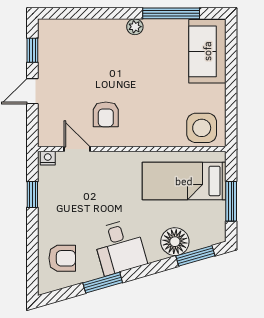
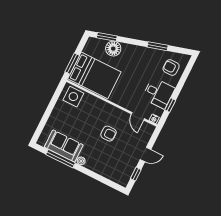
sofa: (207, 51) -> (64, 146), moved, turned -90
armchair: (106, 114) -> (109, 134), moved, turned 90
bed: (184, 181) -> (94, 75), width x1.50
window: (231, 201) -> (72, 64), moved
desk: (120, 247) -> (158, 93), moved, turned 106

